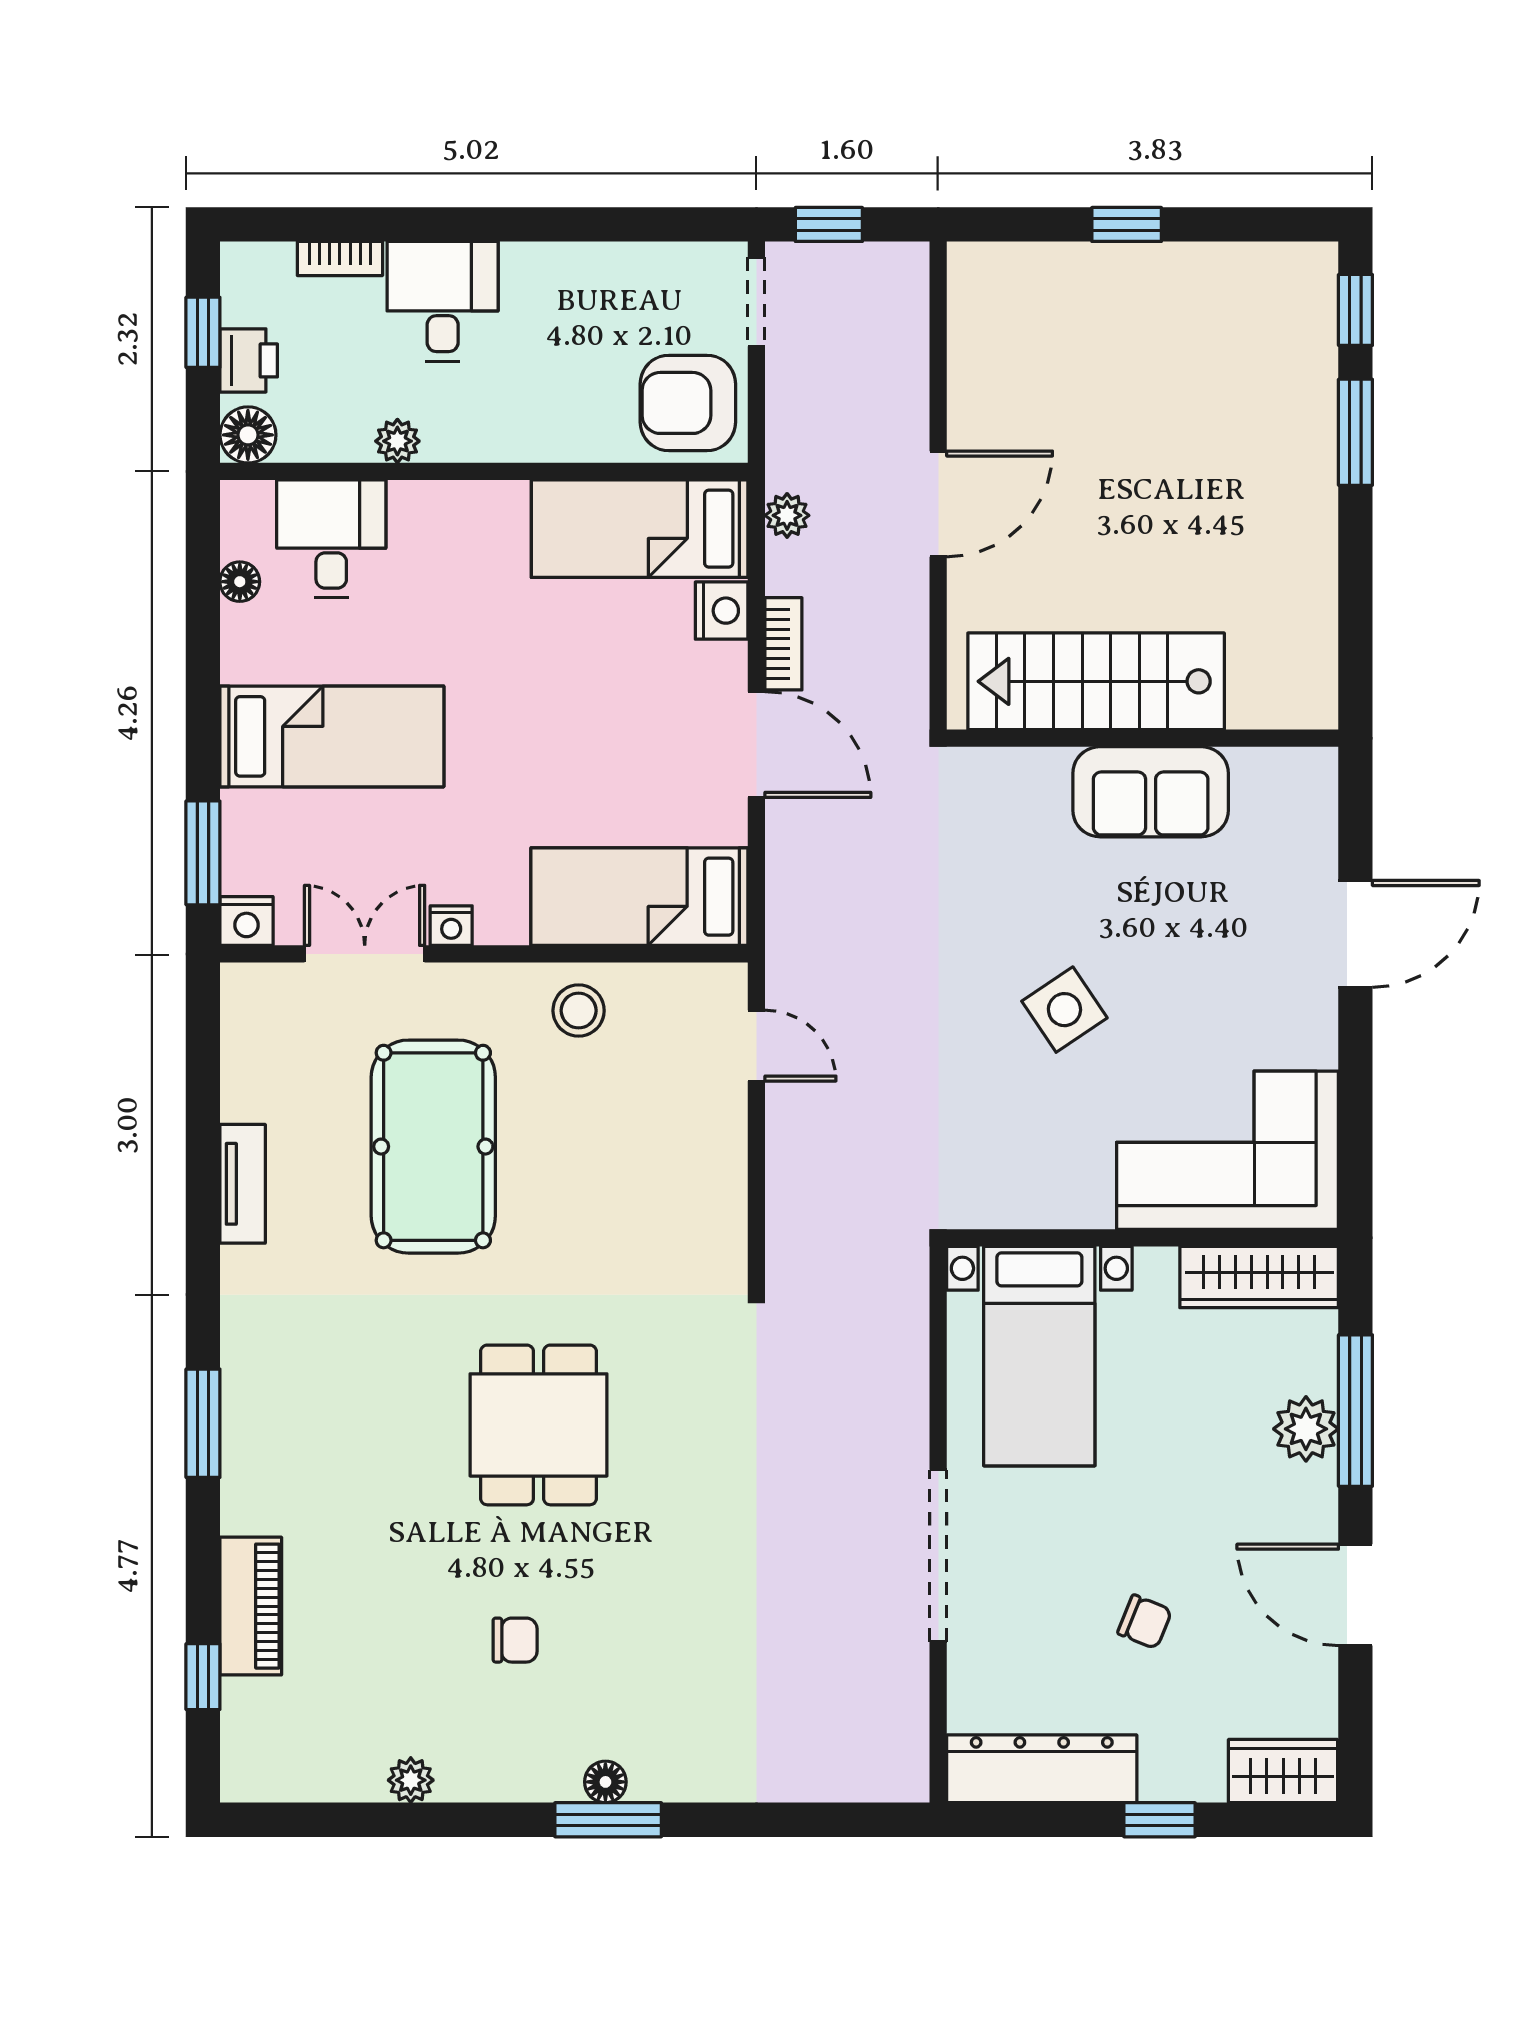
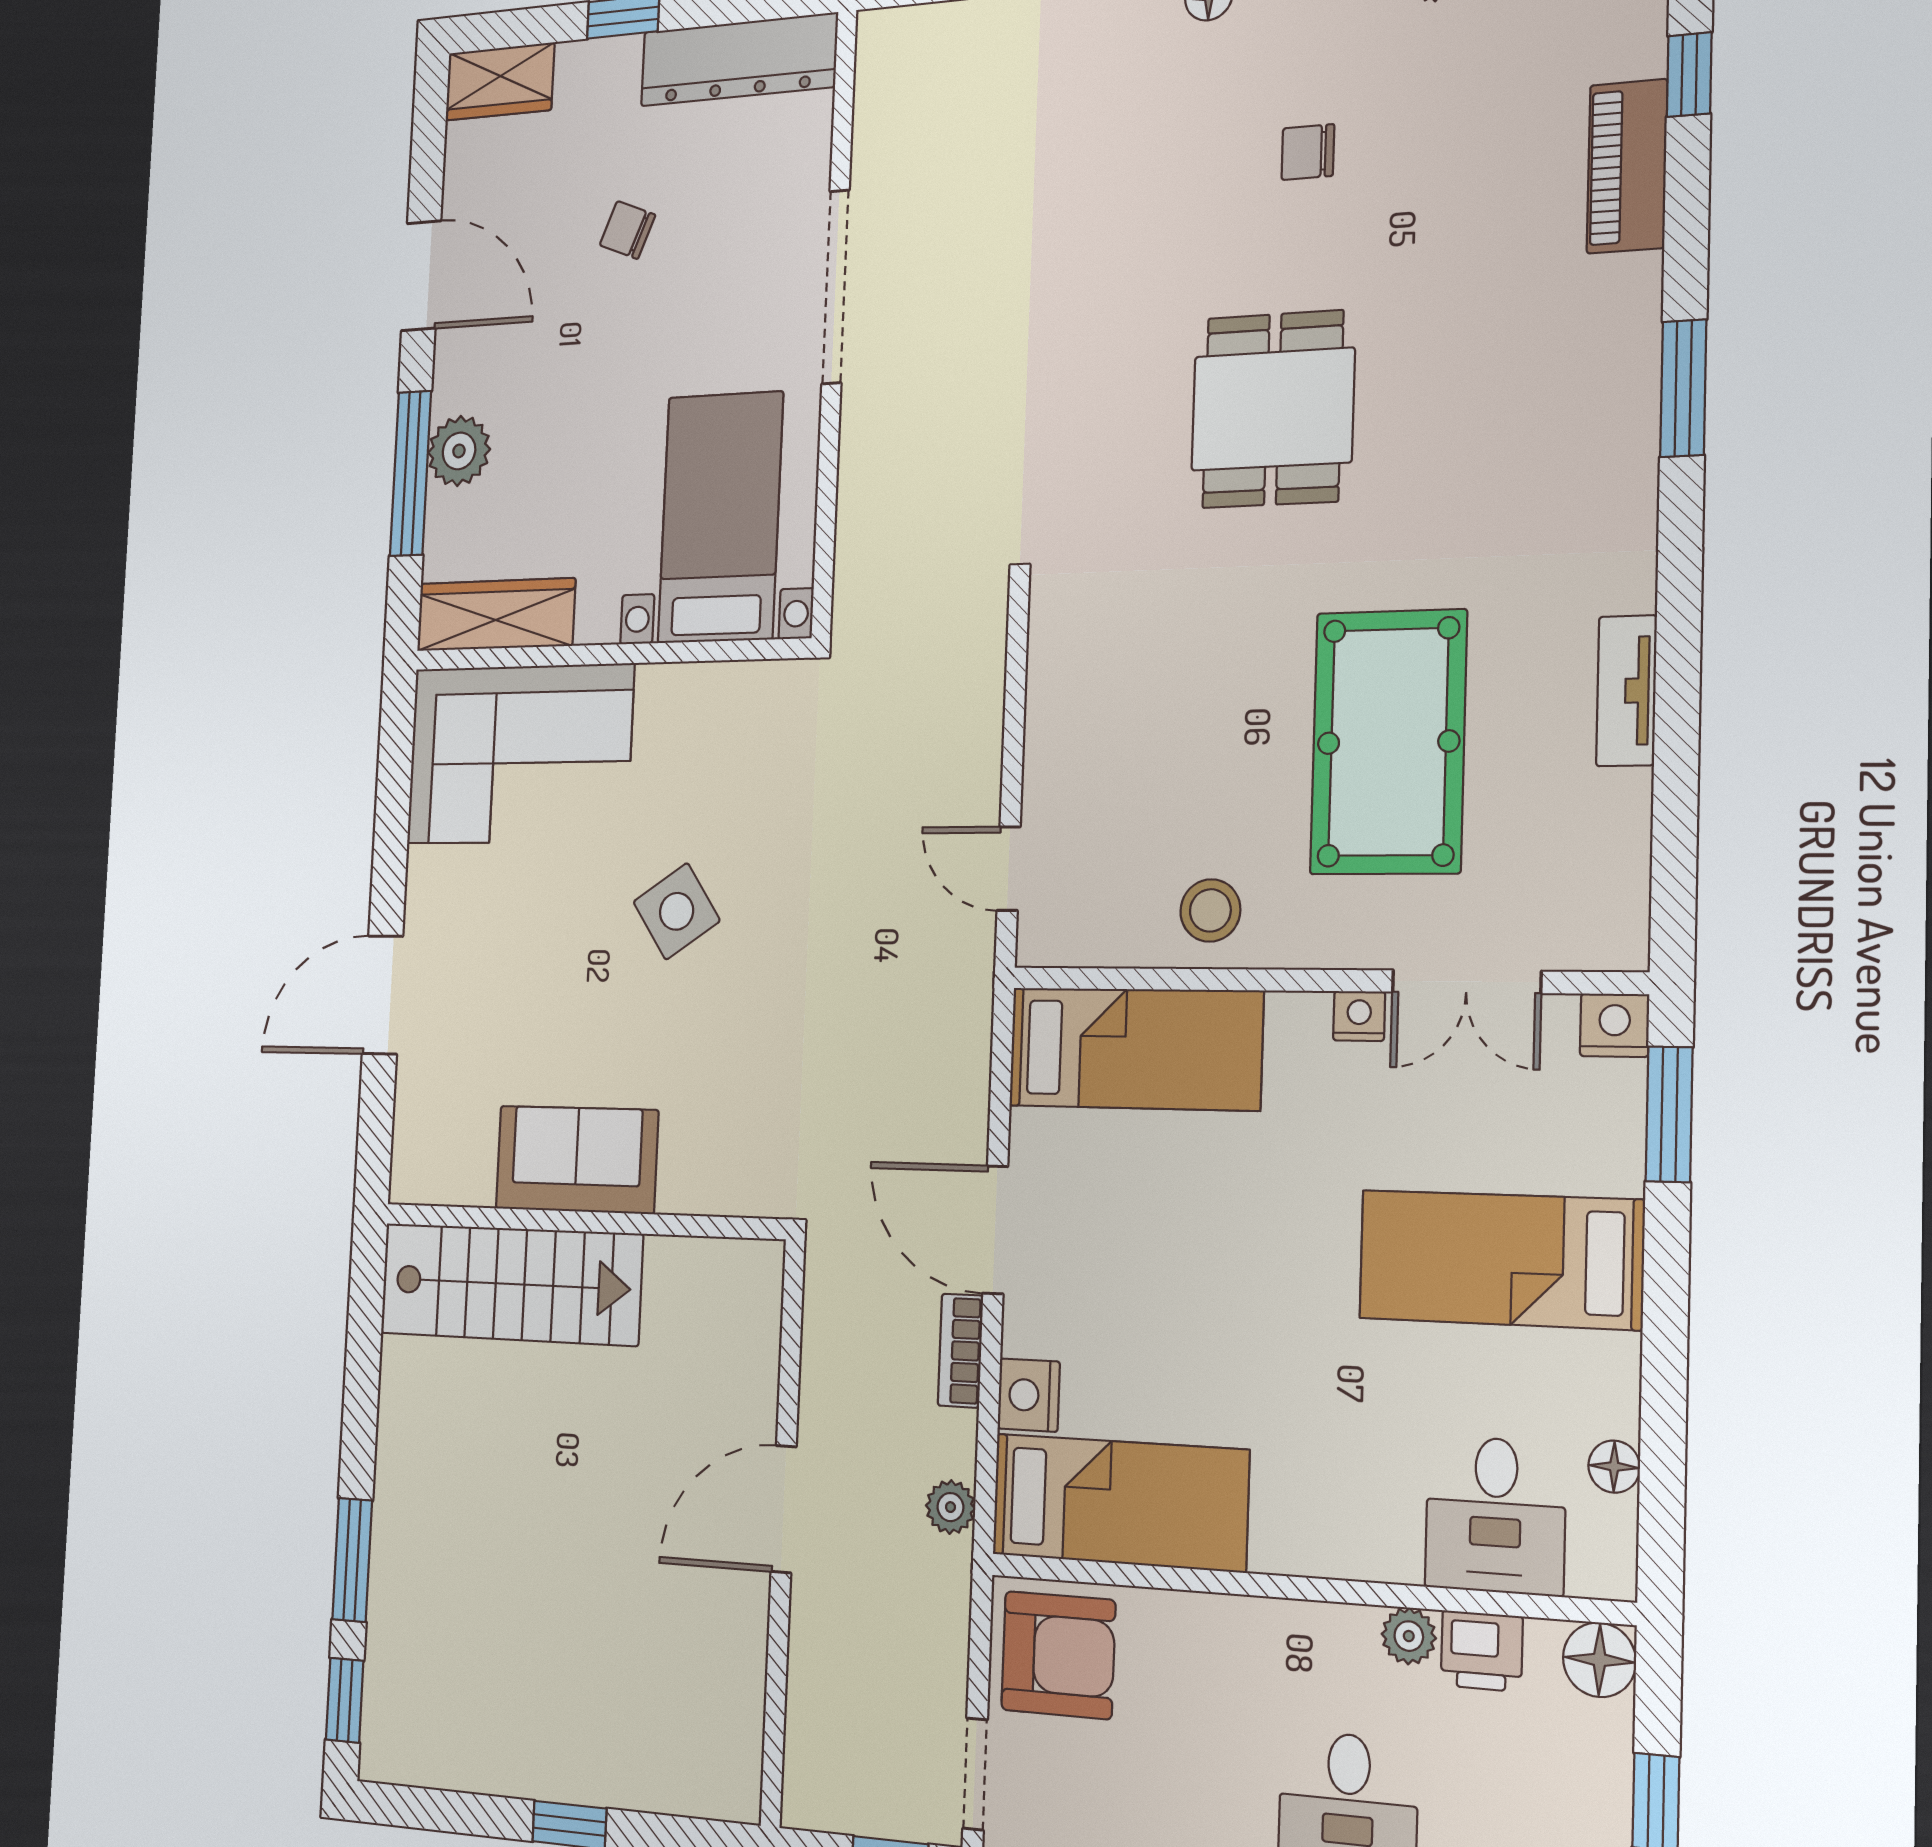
printer: (249, 360) -> (1482, 1651), moved, turned -90
stairs: (1096, 681) -> (510, 1284), moved

